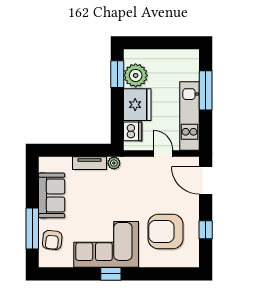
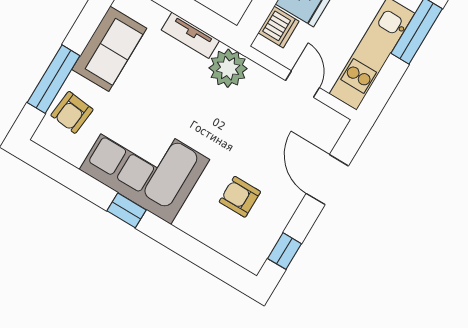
plant: (114, 163) -> (228, 68), width x1.88, depth x1.88
door: (206, 180) -> (327, 180), moved
window: (206, 230) -> (284, 251), moved
armchair: (166, 231) -> (240, 197), width x0.53, depth x0.53

